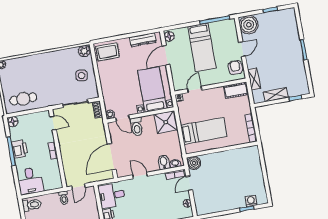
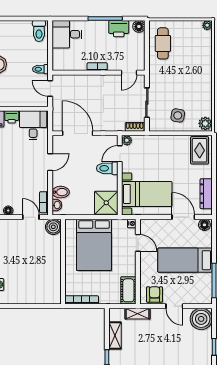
armchair: (235, 68) -> (155, 294), turned -90
bed: (204, 131) -> (94, 245), width x1.50
printer: (20, 149) -> (119, 29), moved

